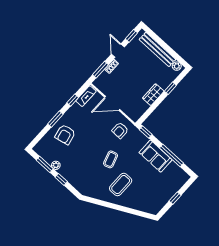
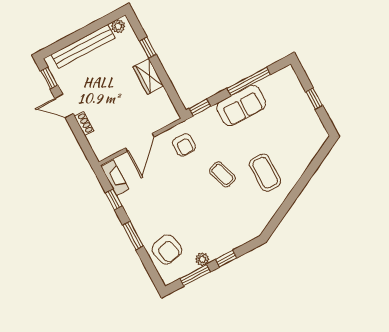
window: (100, 70) -> (83, 142), removed
armchair: (65, 134) -> (167, 249), moved

